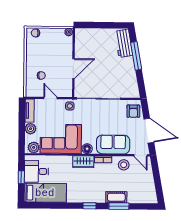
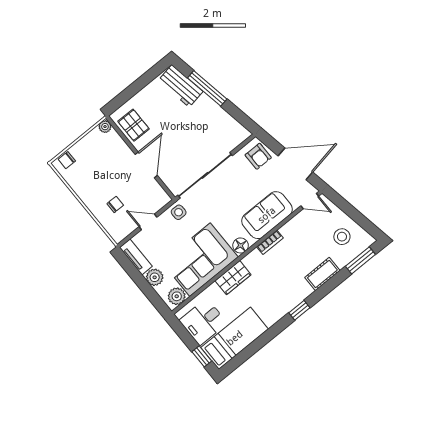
pallet: (84, 43) -> (134, 125), added
wardrobe: (83, 162) -> (233, 278), moved
stool: (124, 165) -> (342, 237), moved
window: (21, 177) -> (202, 356), moved
window: (119, 206) -> (360, 260), moved

